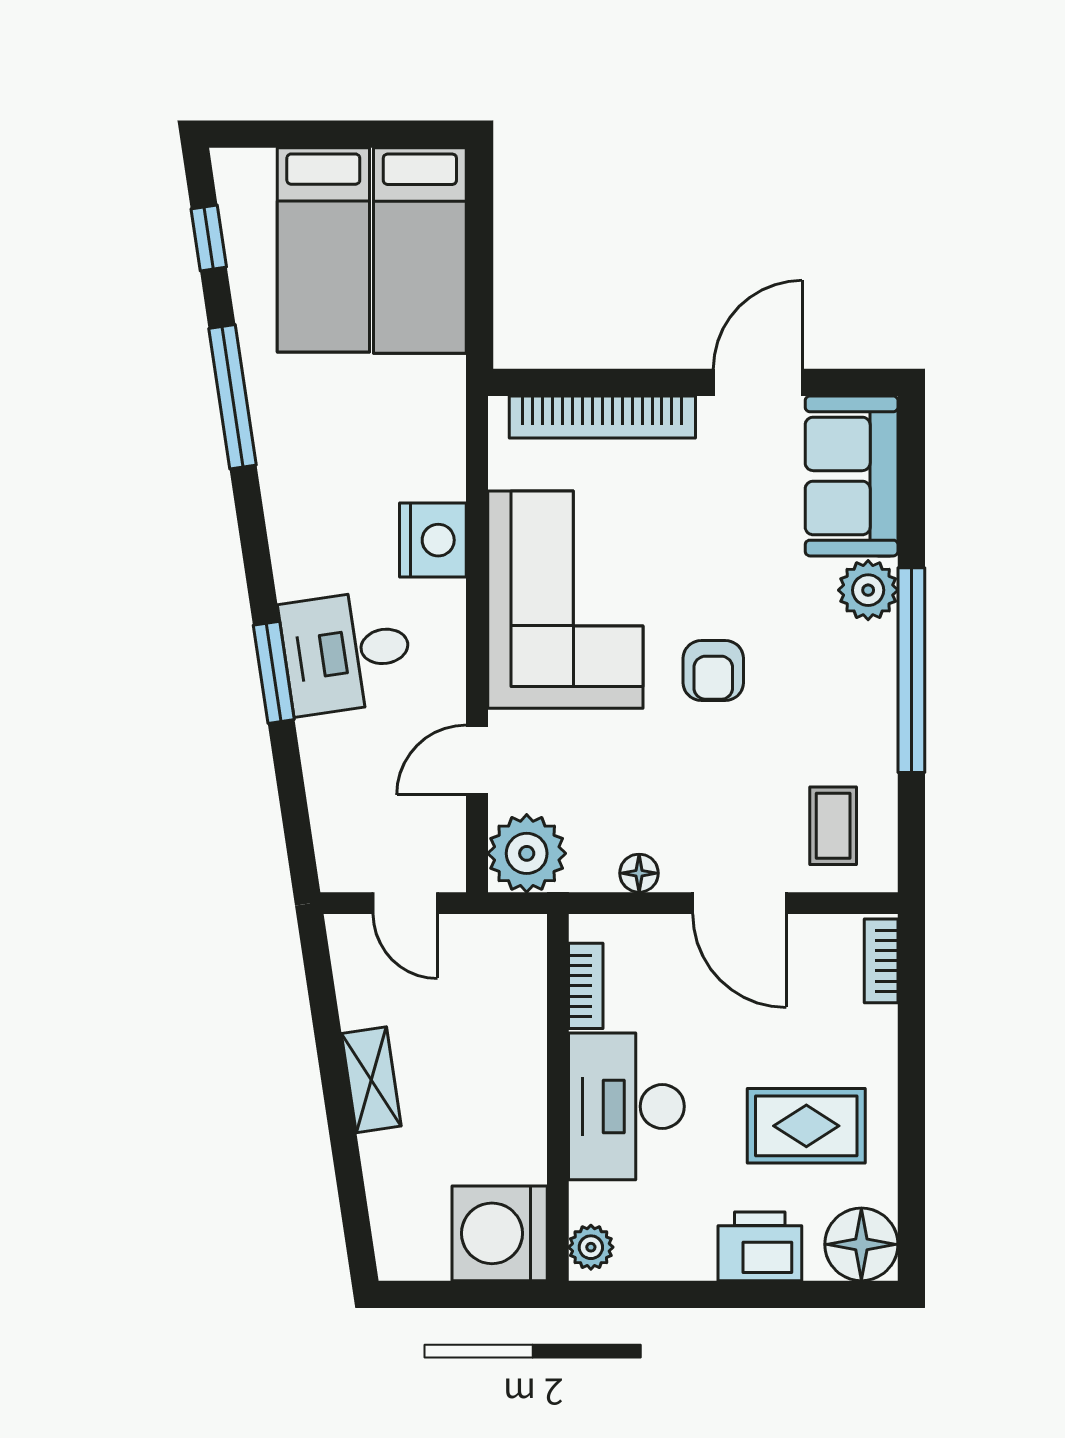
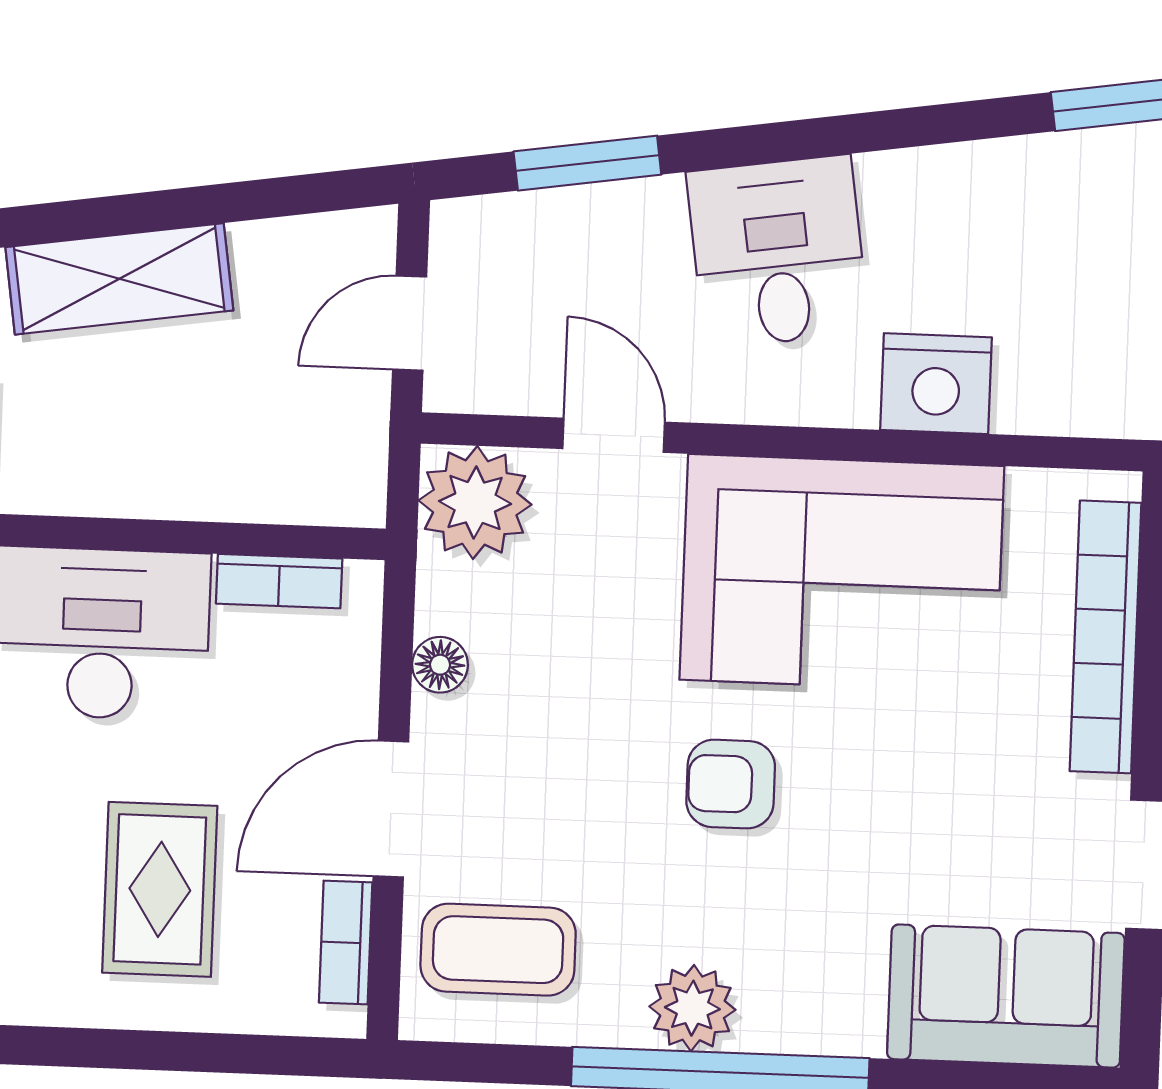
plant: (868, 590) -> (692, 1008), moved
window: (274, 672) -> (587, 163), moved
coffee table: (833, 826) -> (498, 950), width x1.36, depth x1.30
bookcase: (881, 961) -> (346, 943), moved, turned -90
shelving: (371, 1080) -> (119, 279), width x1.50, depth x1.33
rug: (806, 1126) -> (160, 889), moved

